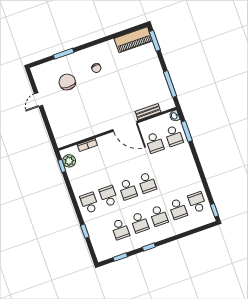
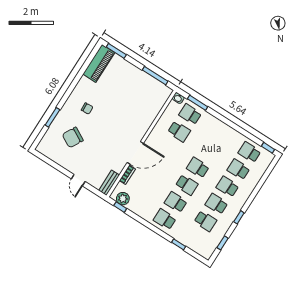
chair: (67, 82) -> (73, 137), turned -61
door: (38, 100) -> (78, 180), moved
bench: (148, 112) -> (109, 183), moved
door: (125, 126) -> (135, 153), moved
school desk: (174, 136) -> (190, 114), turned 180
school desk: (147, 183) -> (198, 168), turned 180
school desk: (178, 209) -> (238, 169), turned 180
school desk: (159, 216) -> (227, 187), turned 180
school desk: (139, 223) -> (216, 204), turned 180

